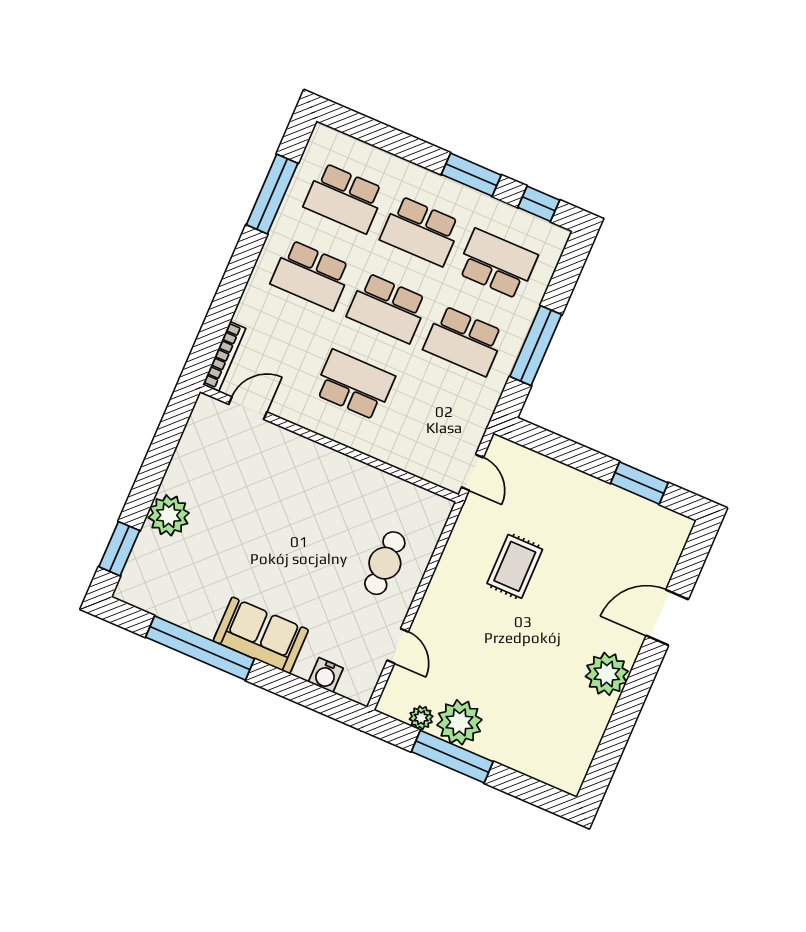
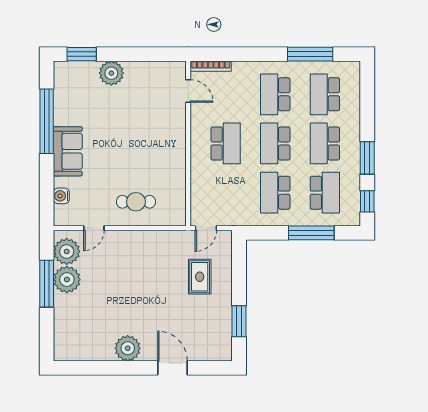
window: (536, 346) -> (311, 233), moved
rug: (515, 566) -> (200, 277), moved, turned 90
plant: (421, 718) -> (67, 251), width x1.88, depth x1.88

